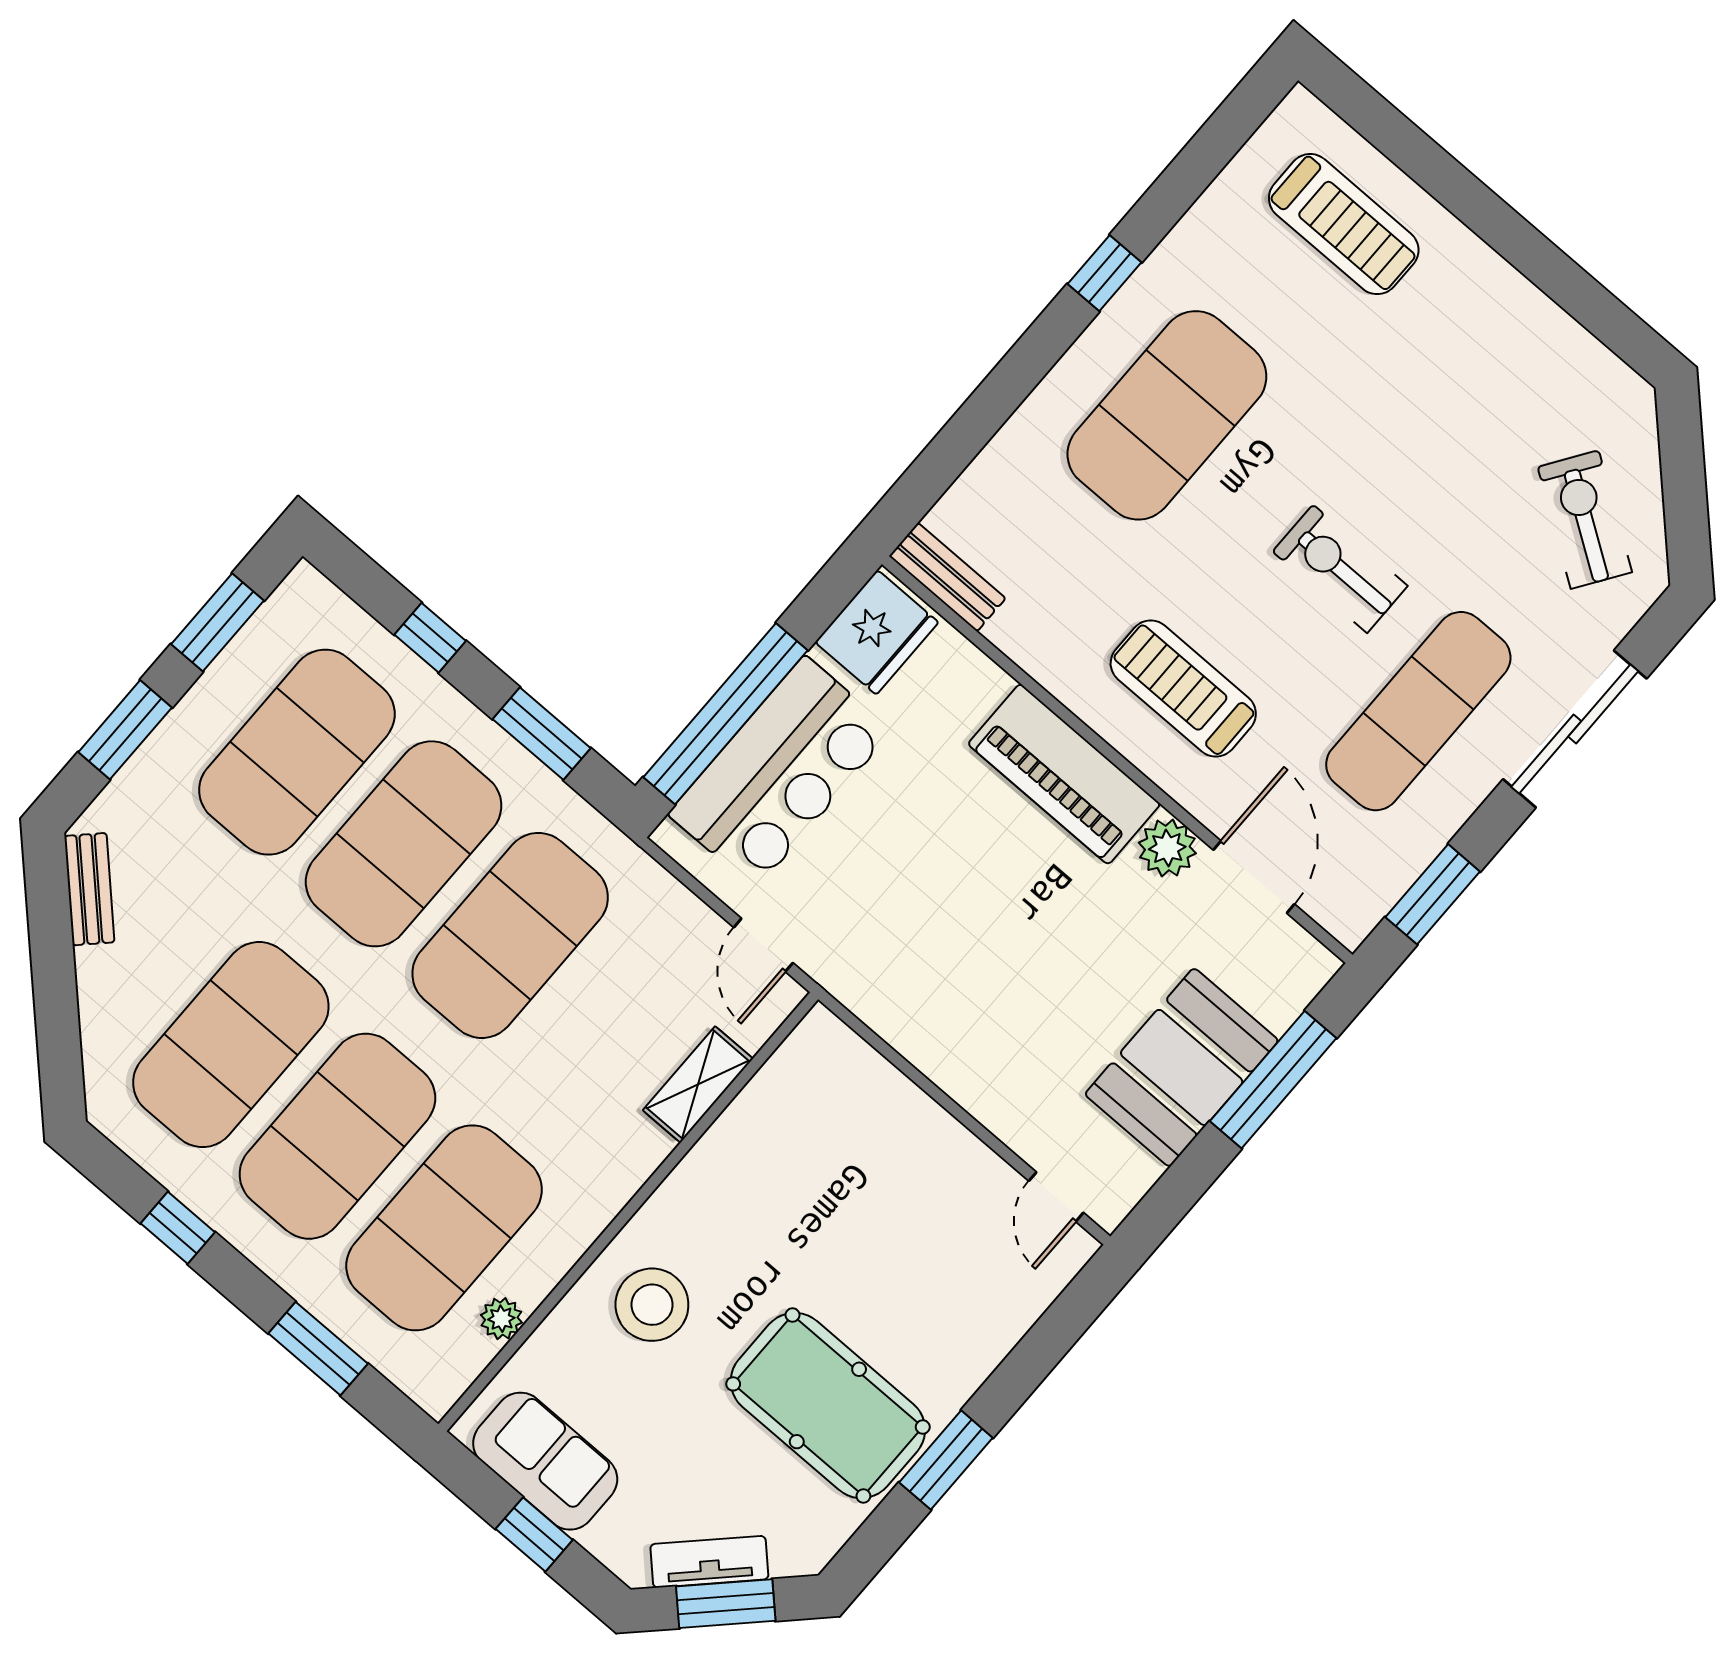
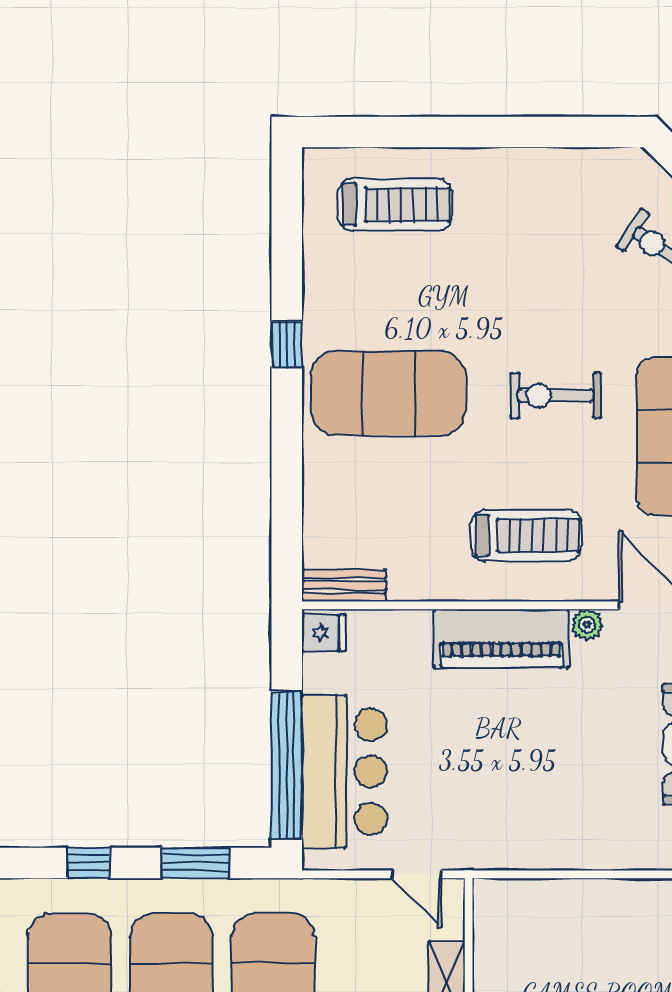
exercise mat: (1167, 415) -> (388, 393), turned 90
fridge: (877, 632) -> (324, 633), width x0.53, depth x0.75
treadmill: (1183, 689) -> (526, 535), turned 180
plant: (1167, 848) -> (587, 625), width x0.73, depth x0.73

